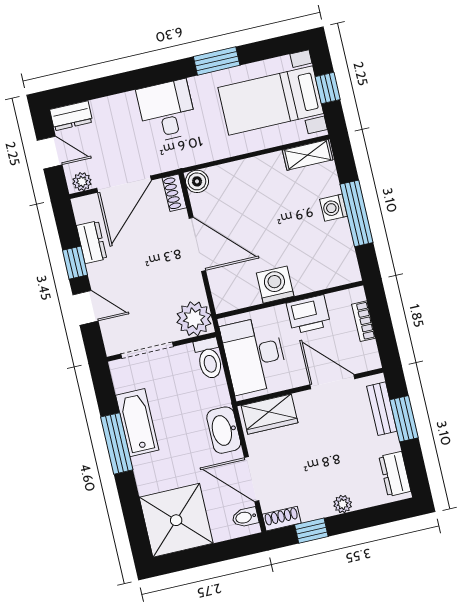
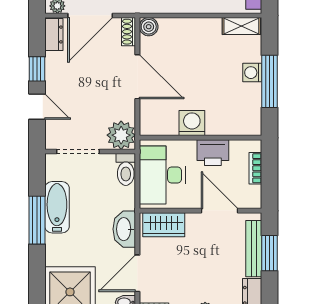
dresser: (92, 242) -> (54, 34), moved
bench: (382, 409) -> (254, 249), width x1.36
door: (252, 479) -> (137, 273), hinge flipped

